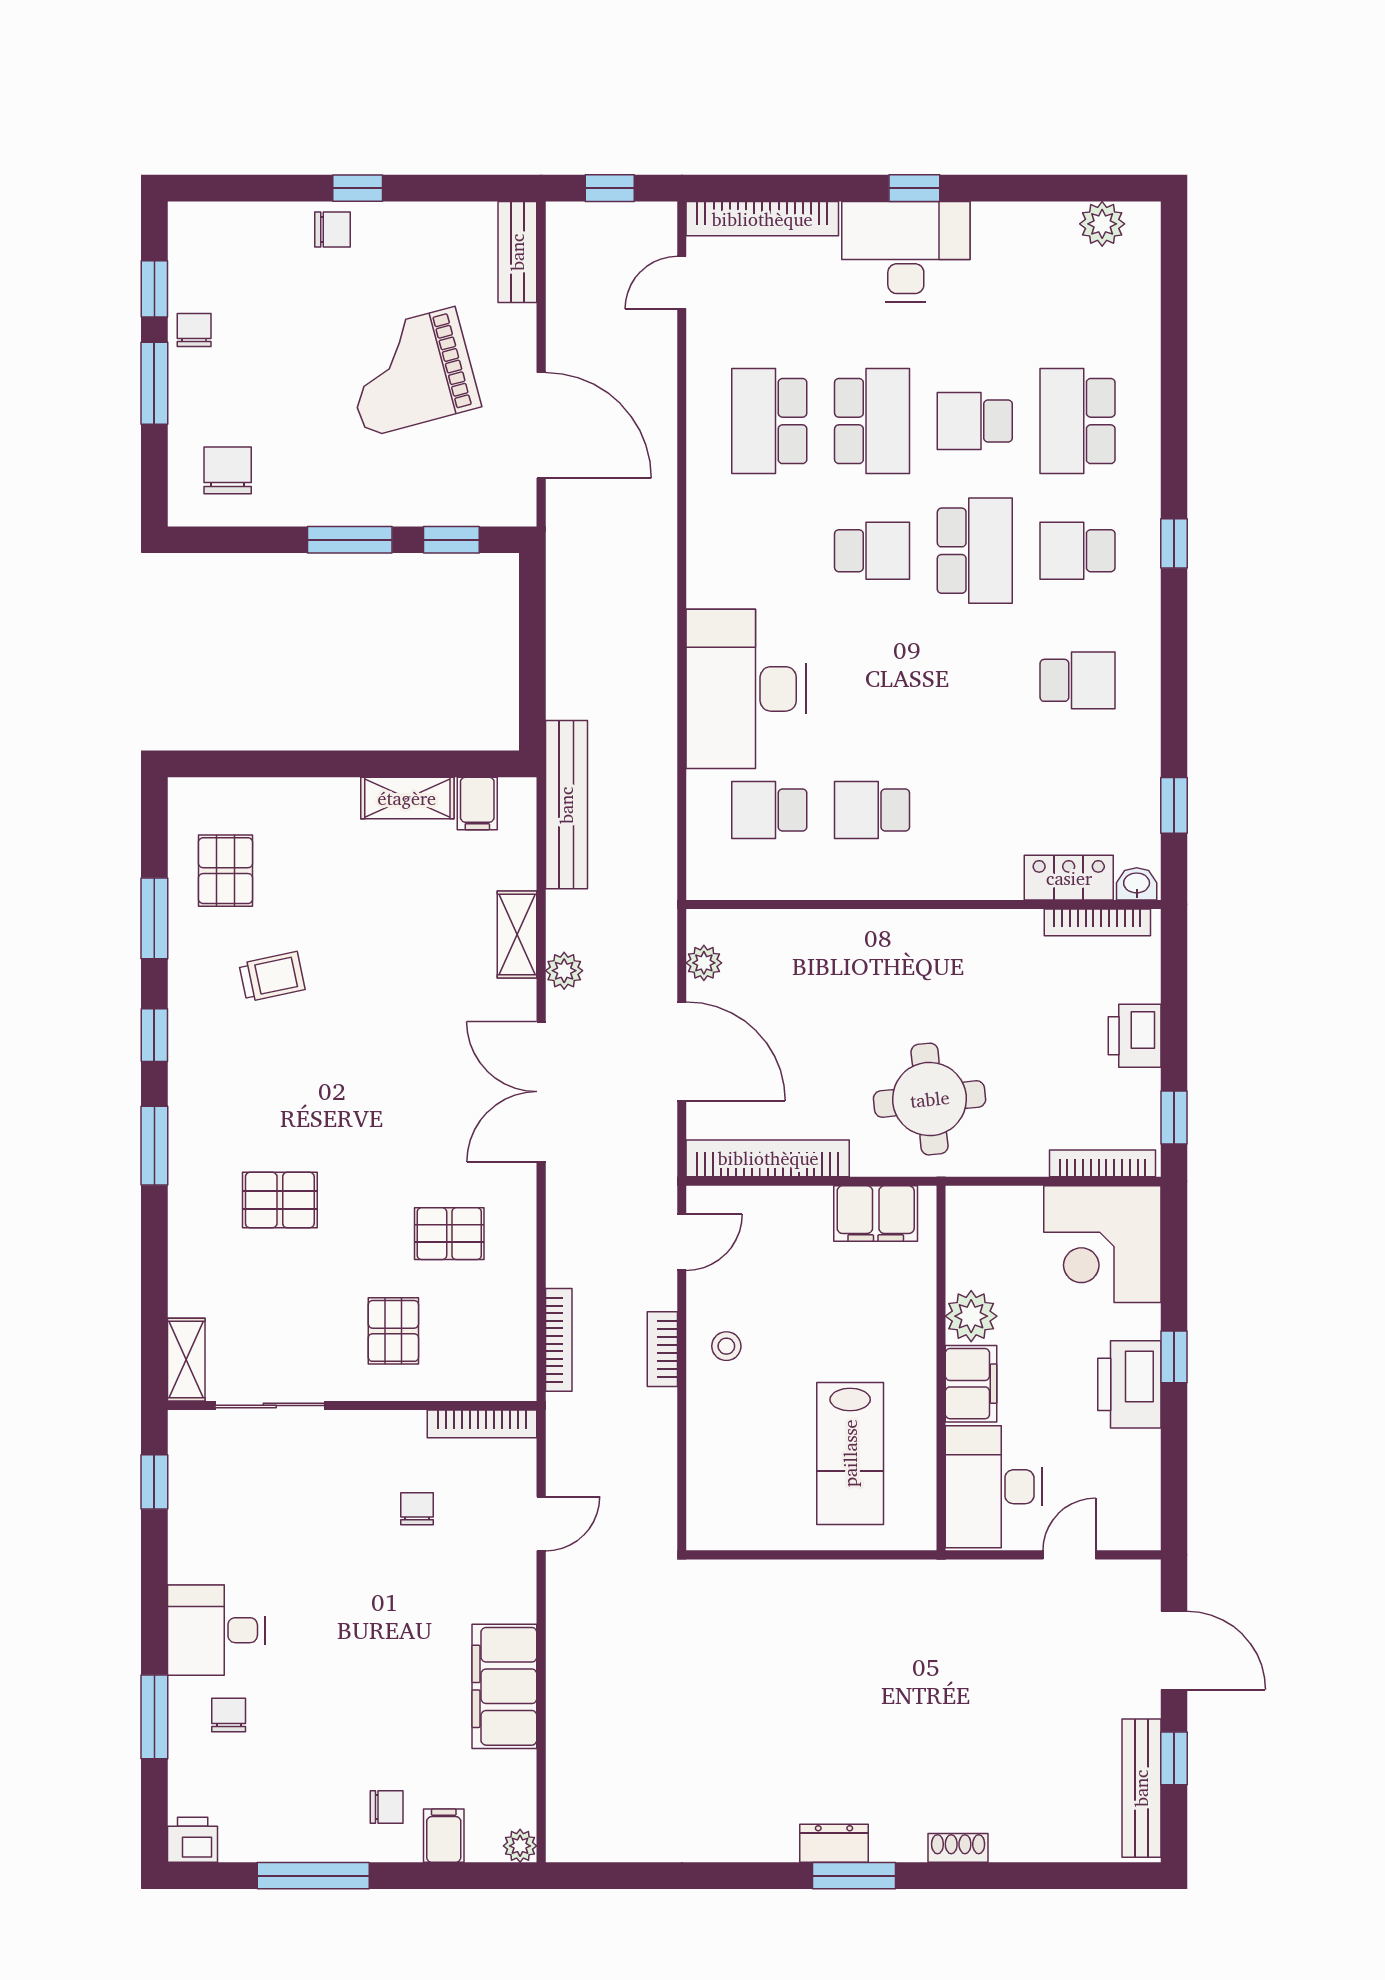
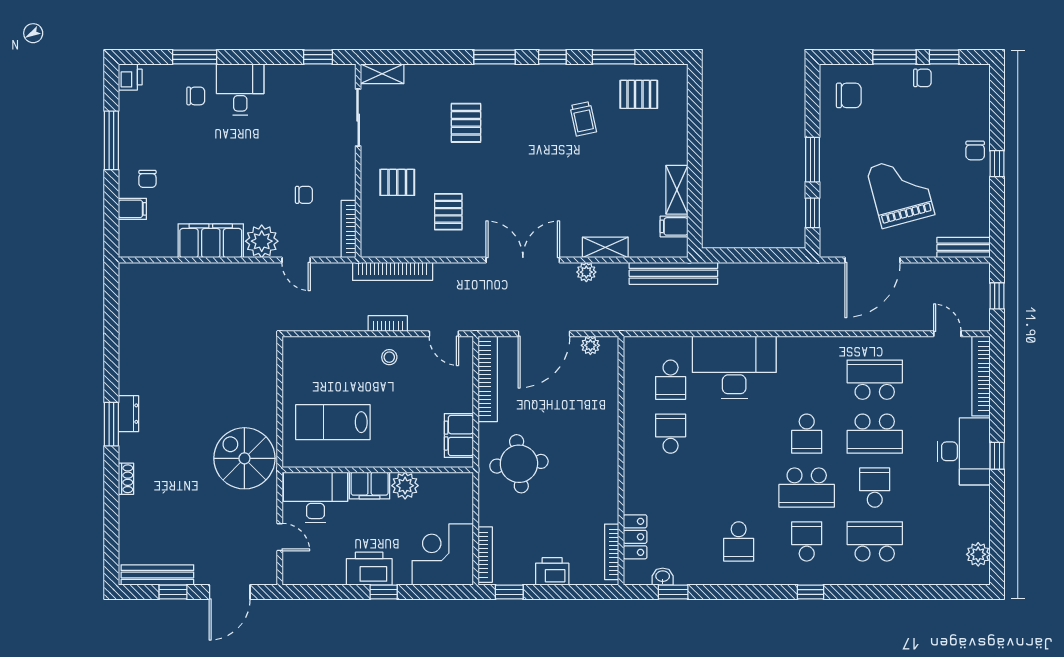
school desk: (769, 810) -> (671, 380), turned 180
washbasin: (1137, 884) -> (663, 577), moved, turned -90
bookcase: (559, 1340) -> (393, 271), width x1.48, depth x1.31
spiral stairs: (919, 1622) -> (244, 458), added
plant: (520, 1846) -> (262, 241), moved, width x1.88, depth x1.88

